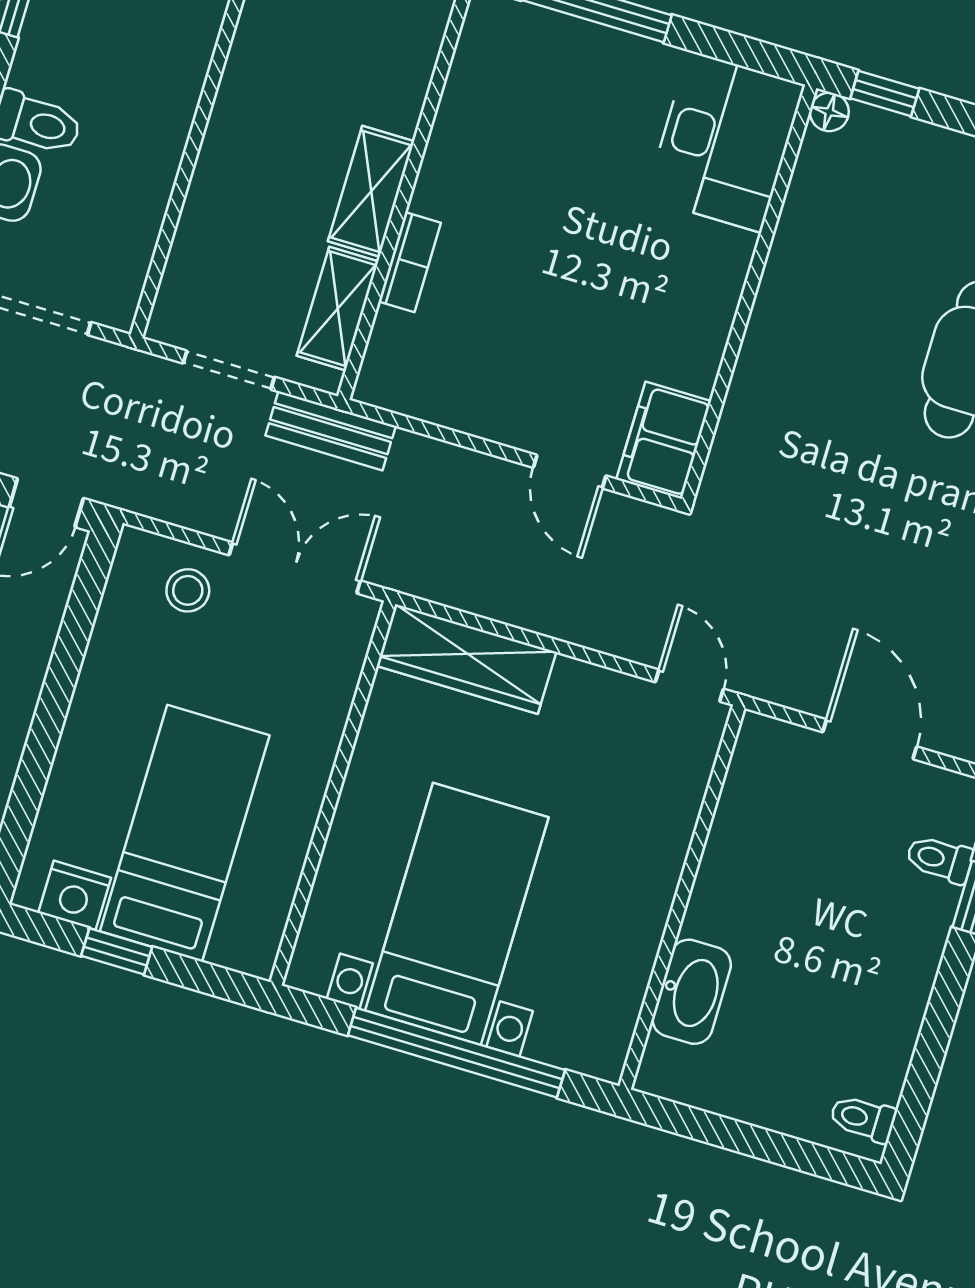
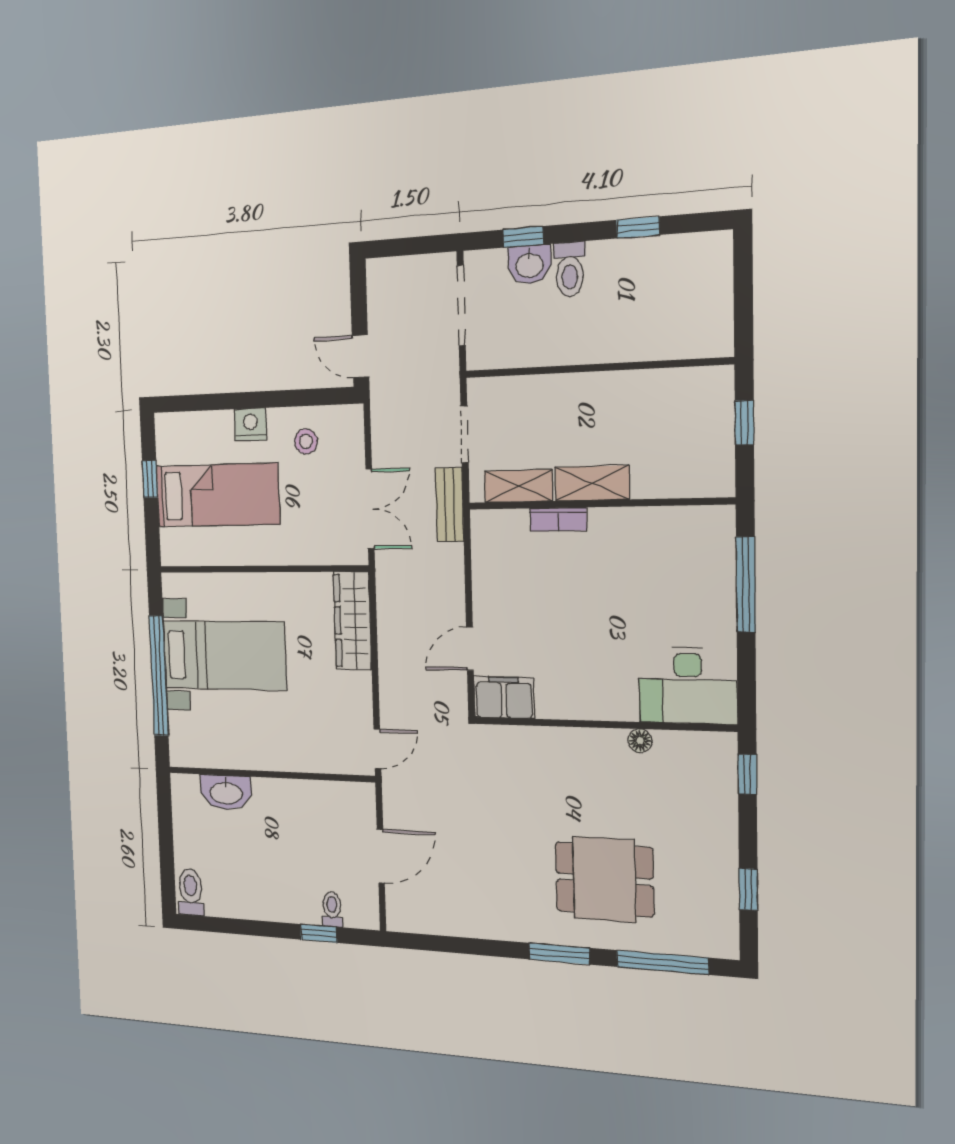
floor lamp: (829, 112) -> (640, 741), moved
stool: (188, 590) -> (306, 442), moved
nightstand: (75, 895) -> (250, 424), moved, turned 90
toilet: (863, 1118) -> (191, 892), width x1.37, depth x1.39

